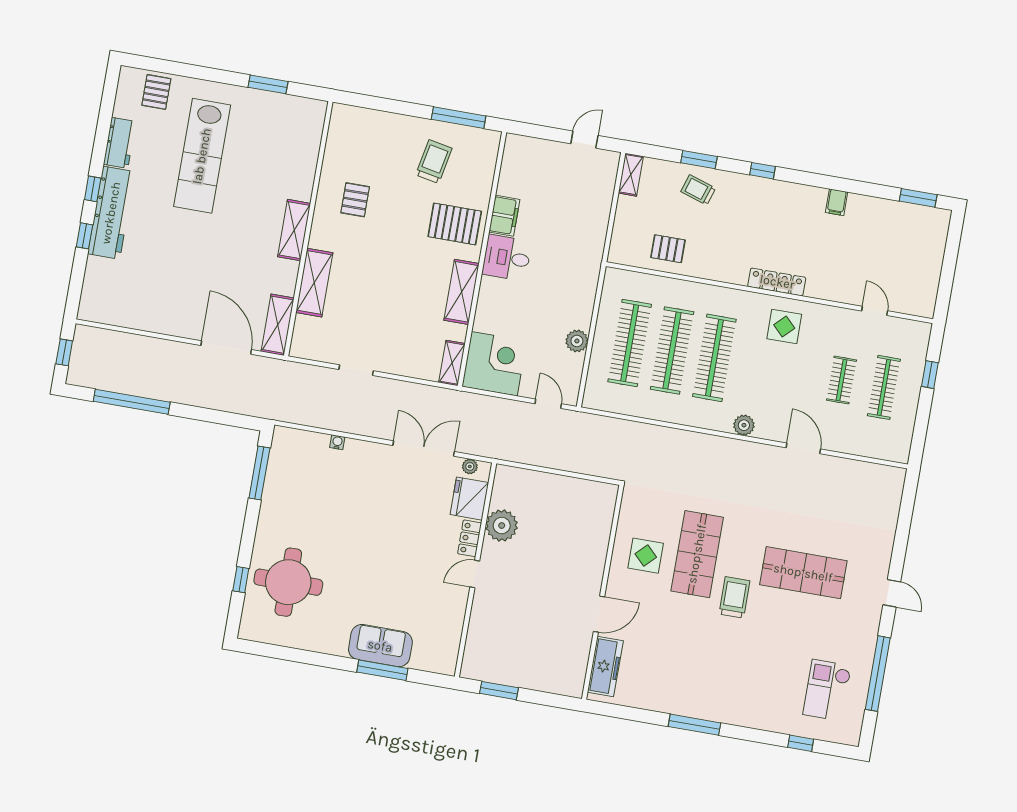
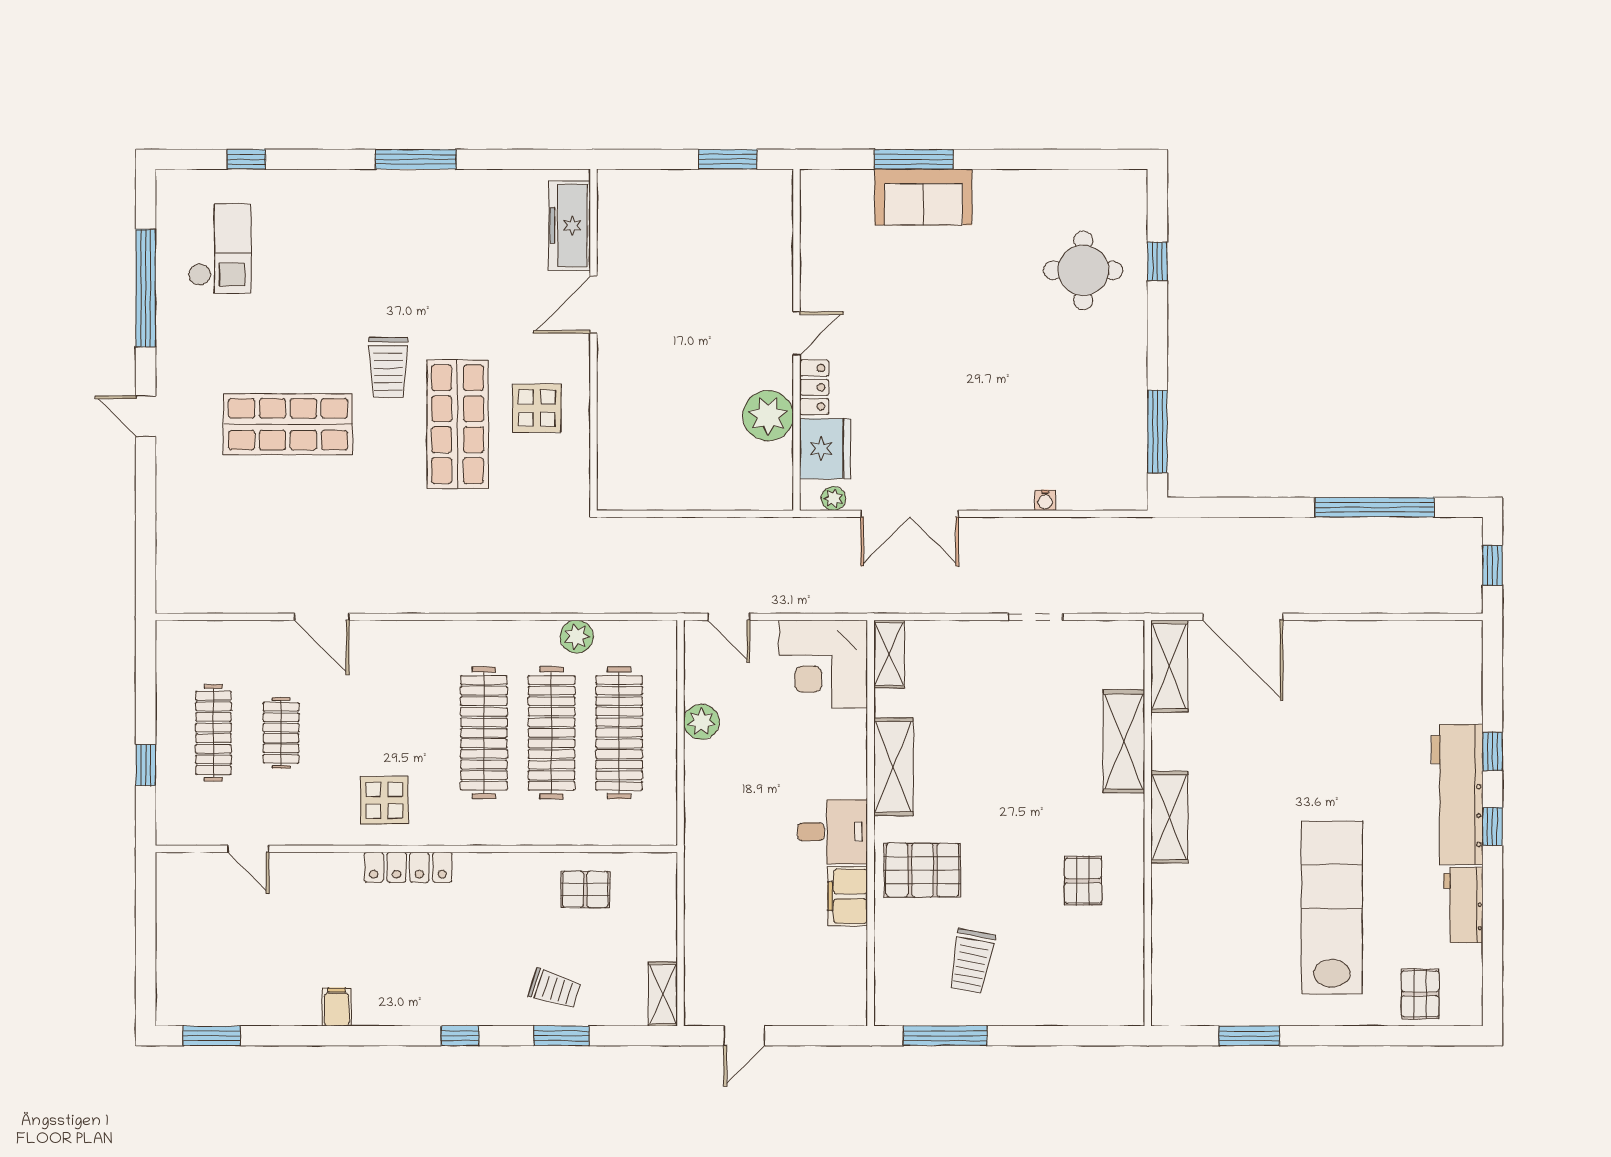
plant: (744, 425) -> (577, 637), moved
round table: (288, 582) -> (1083, 270), width x0.73, depth x0.73

